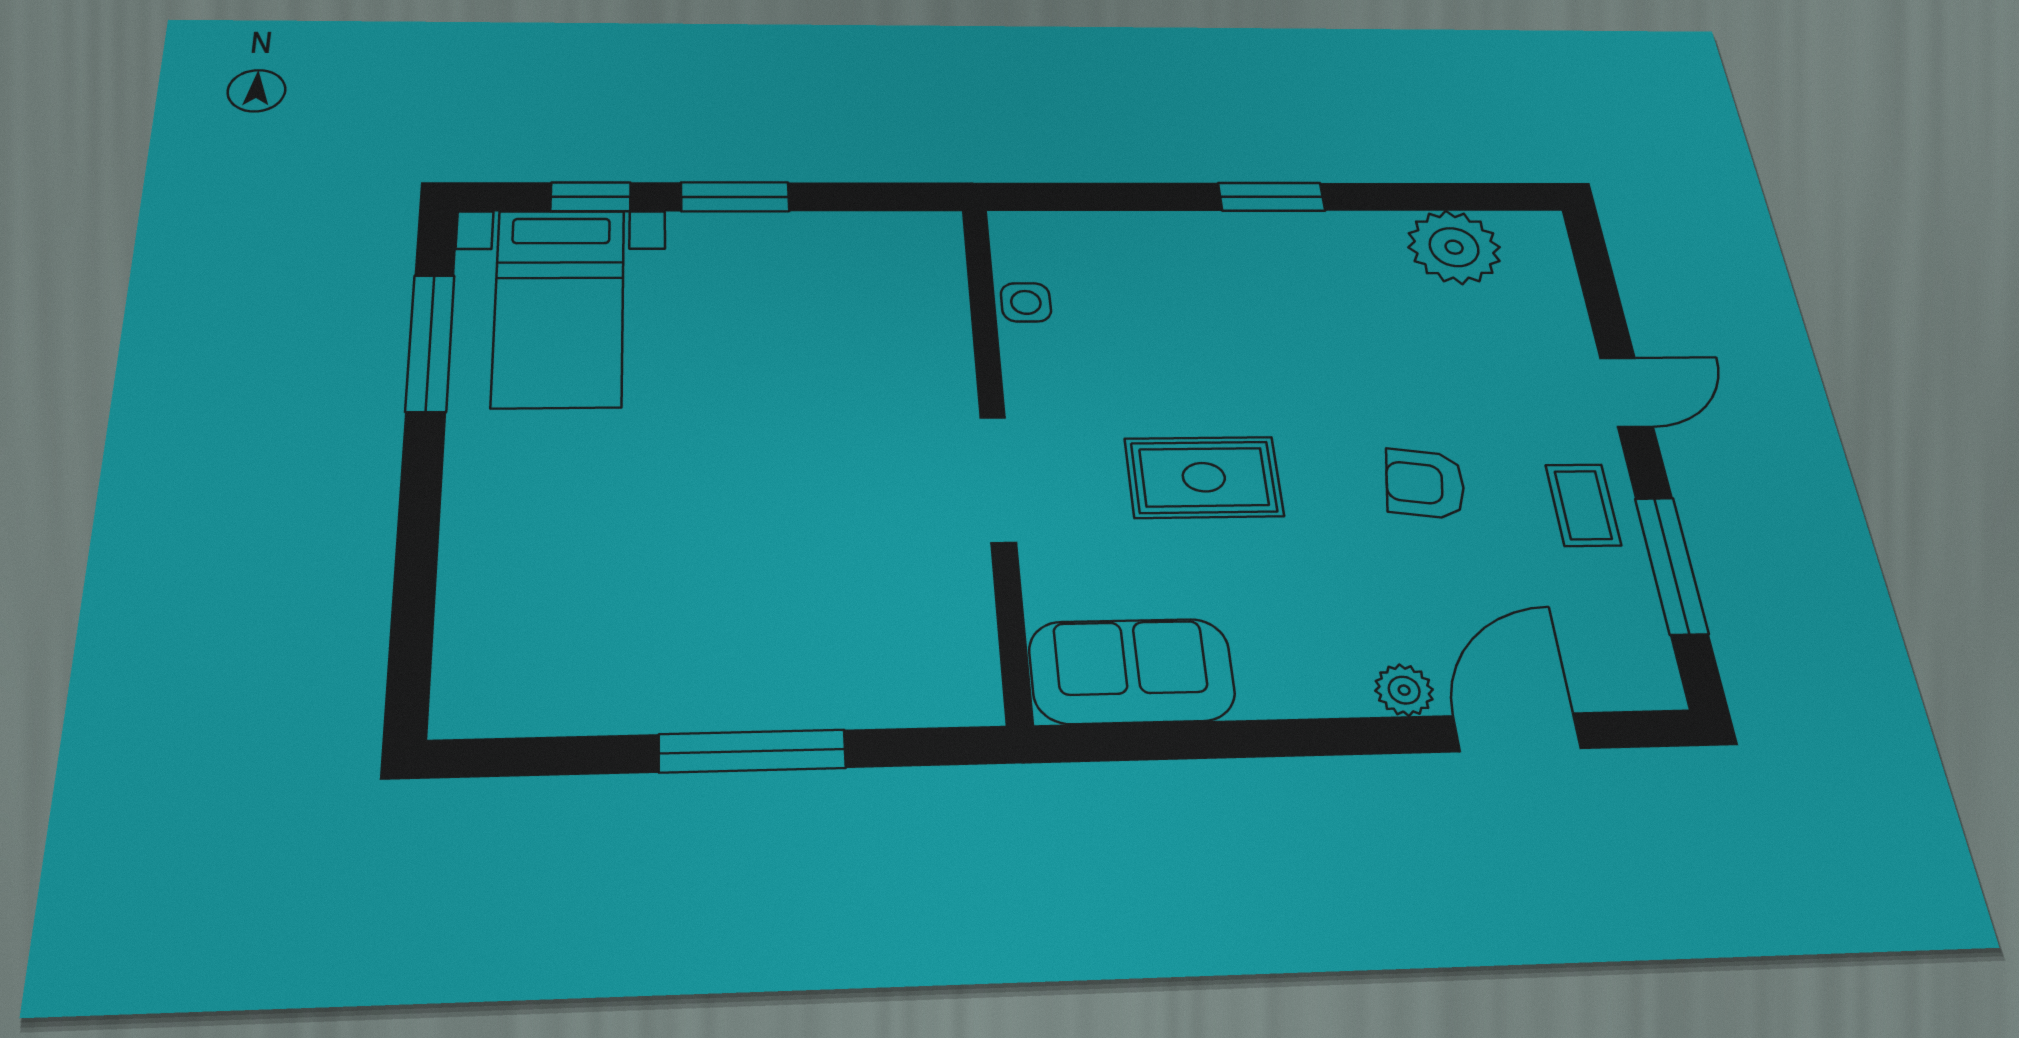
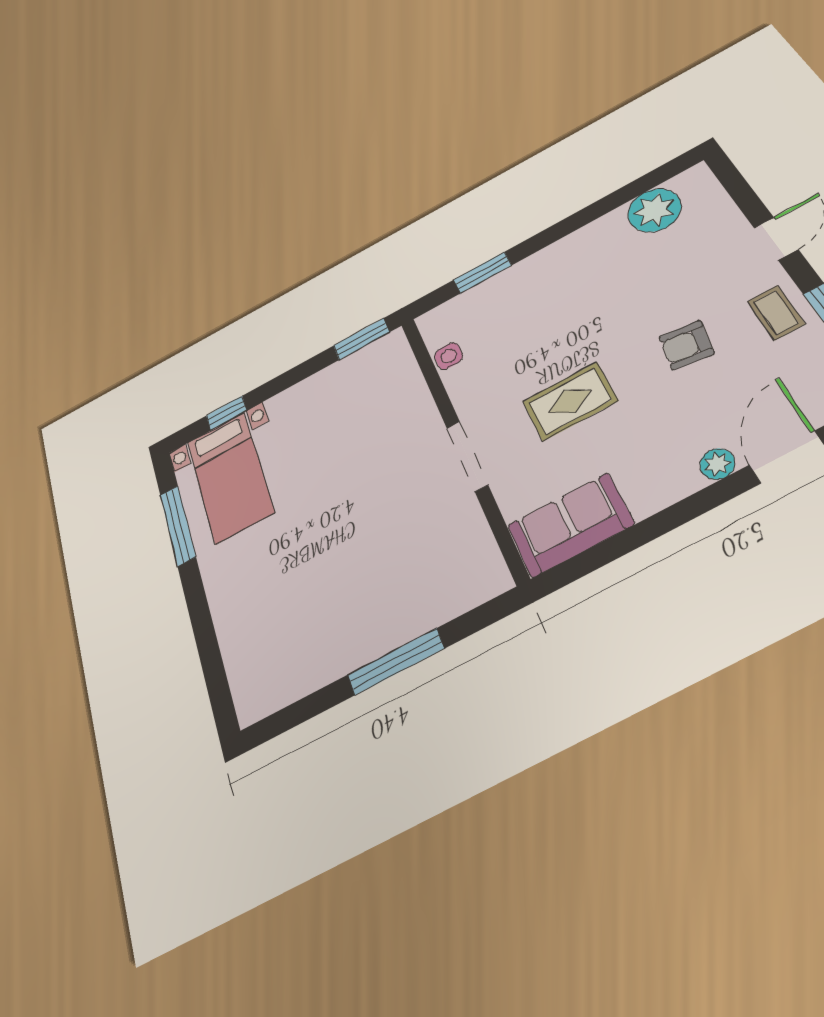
window: (735, 197) -> (361, 339), moved
window: (1271, 197) -> (482, 273), moved

